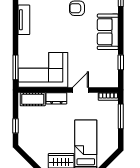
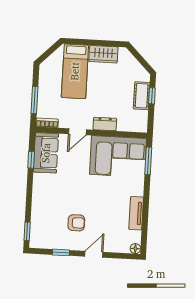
sofa: (108, 32) -> (46, 153), moved
cot: (33, 99) -> (142, 96), moved, turned 90

